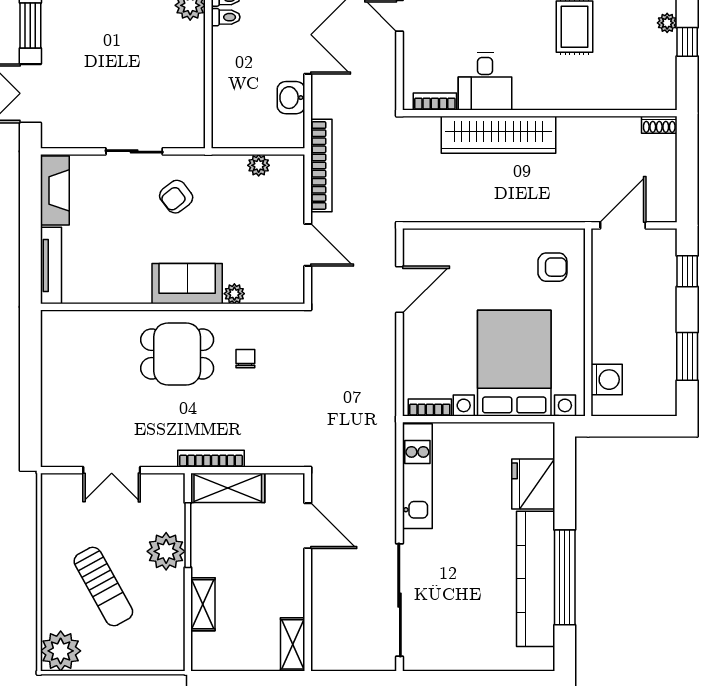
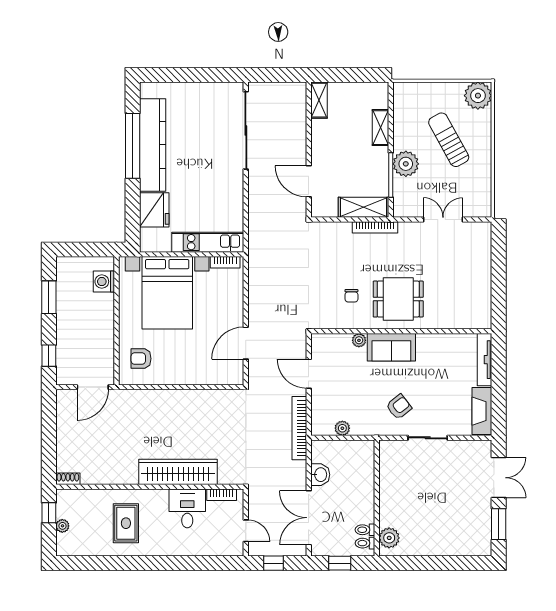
desk: (485, 81) -> (187, 508), moved
bookcase: (435, 101) -> (222, 495), moved
wall: (540, 113) -> (150, 487), moved
shoe rack: (659, 125) -> (68, 479), moved
wardrobe: (498, 135) -> (178, 472), moved
kitchen unit: (417, 476) -> (208, 242), moved, turned 90

